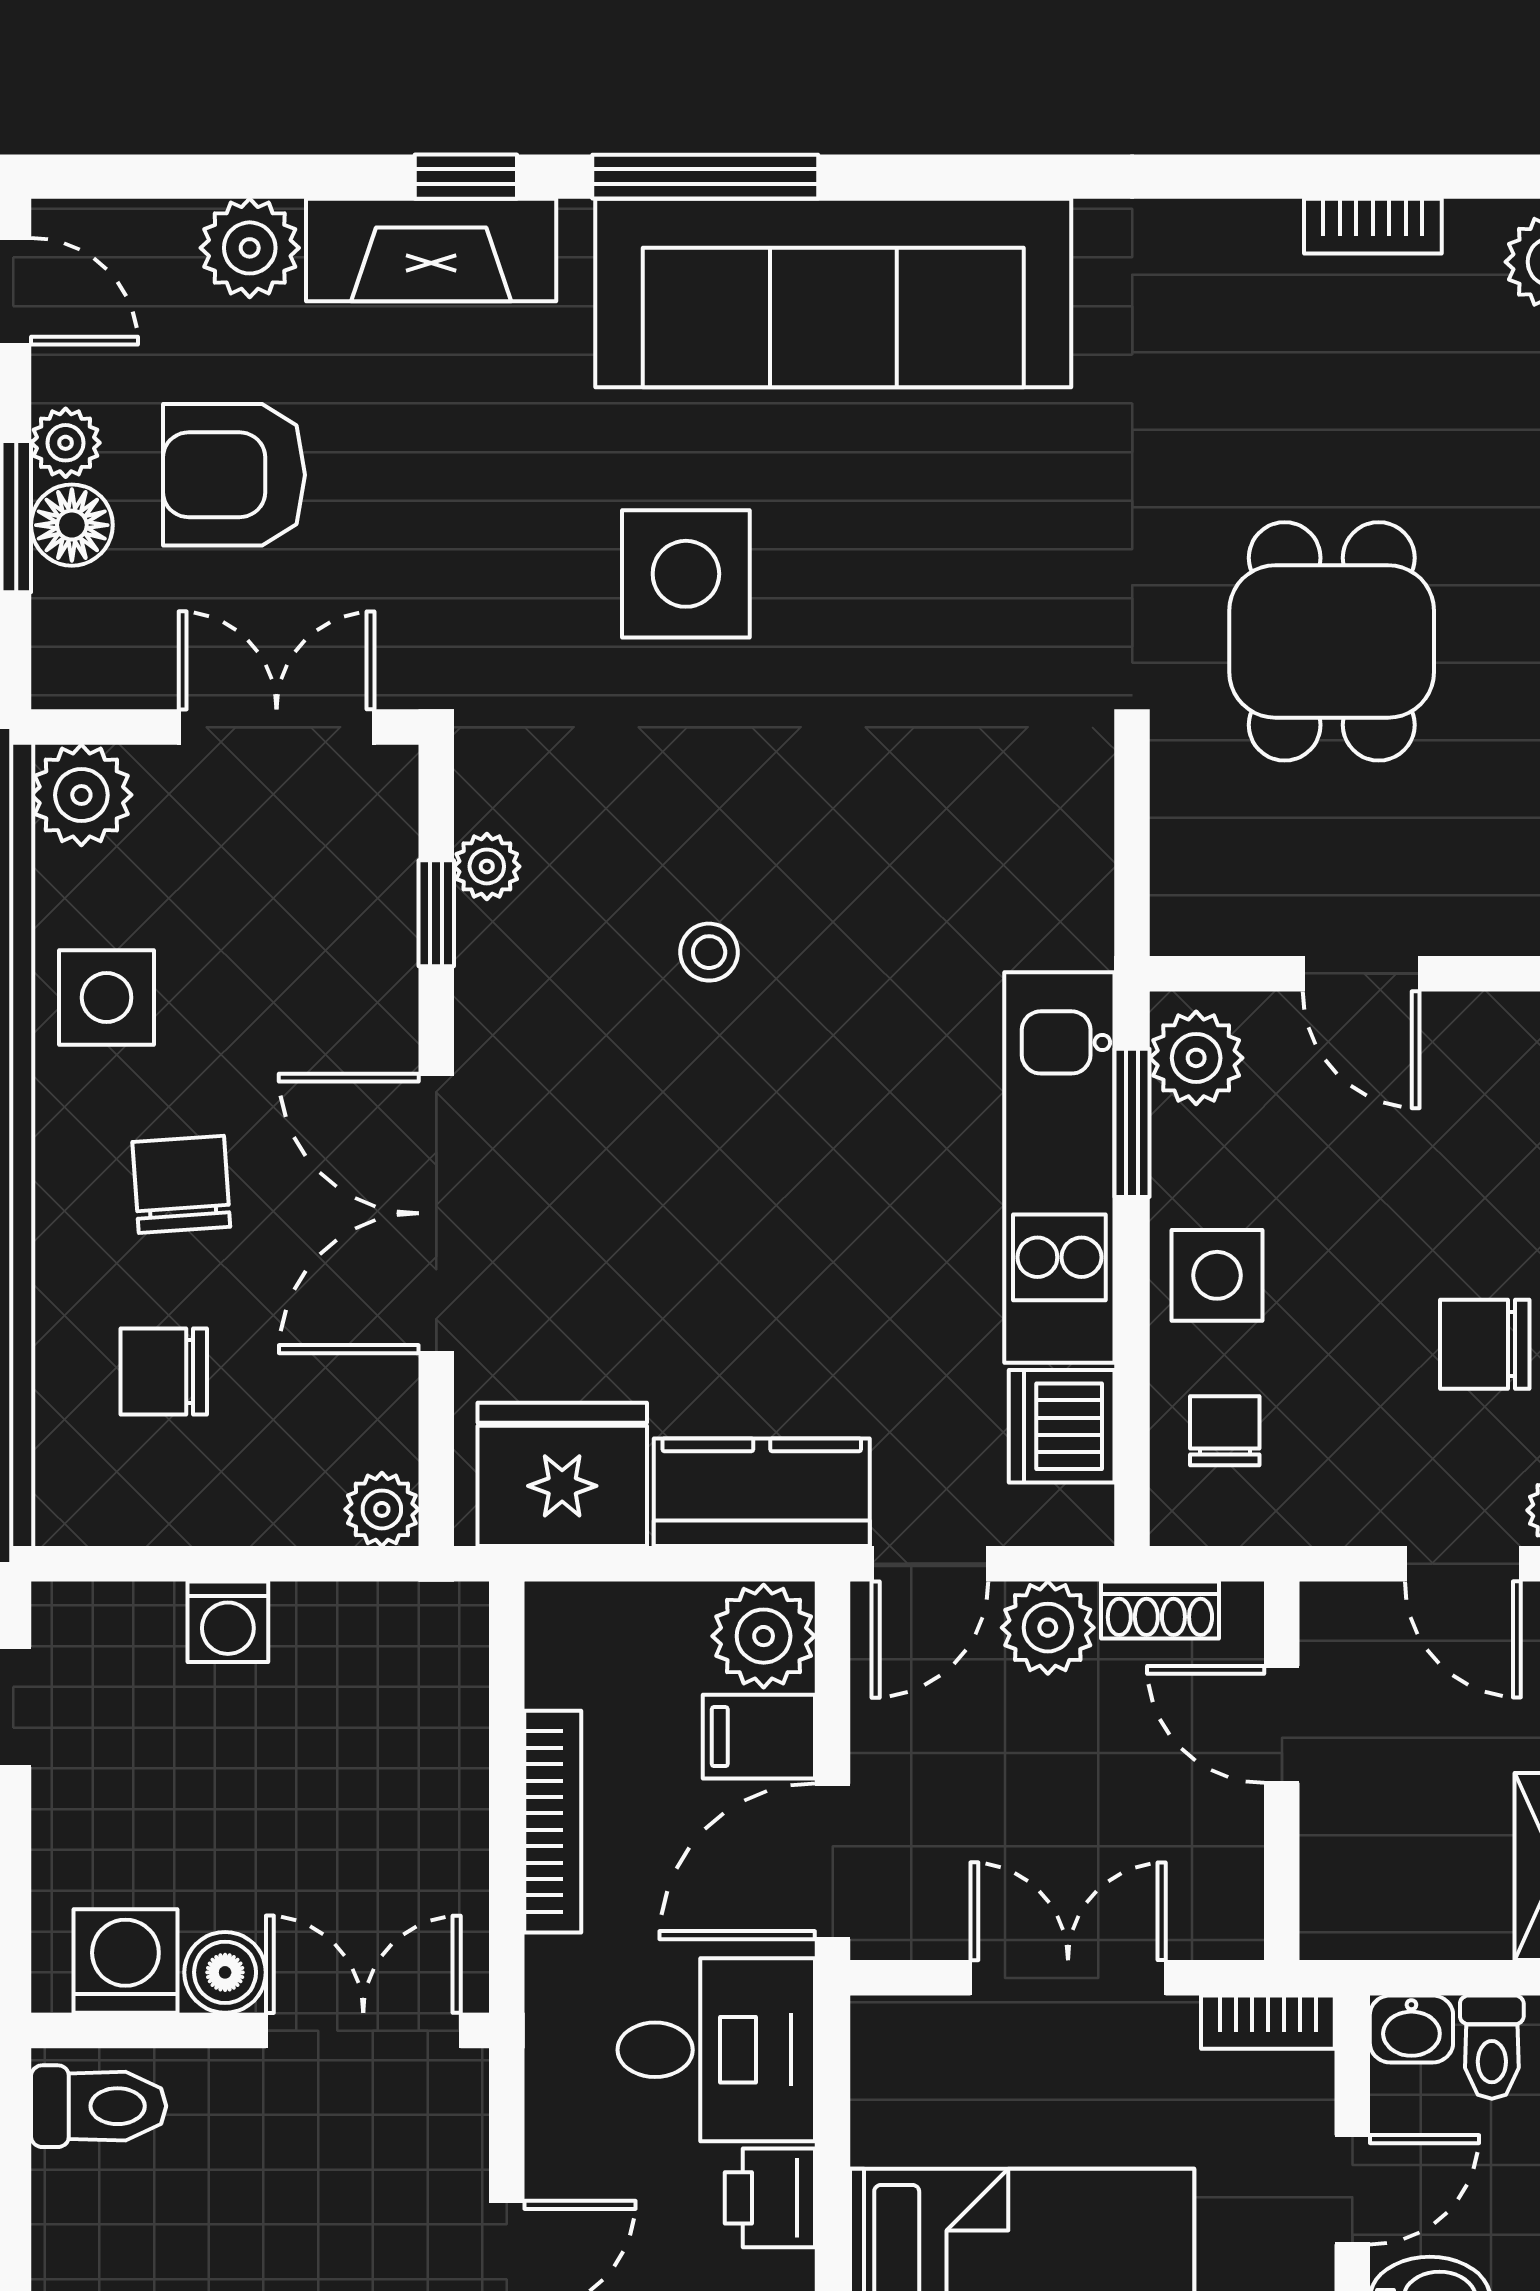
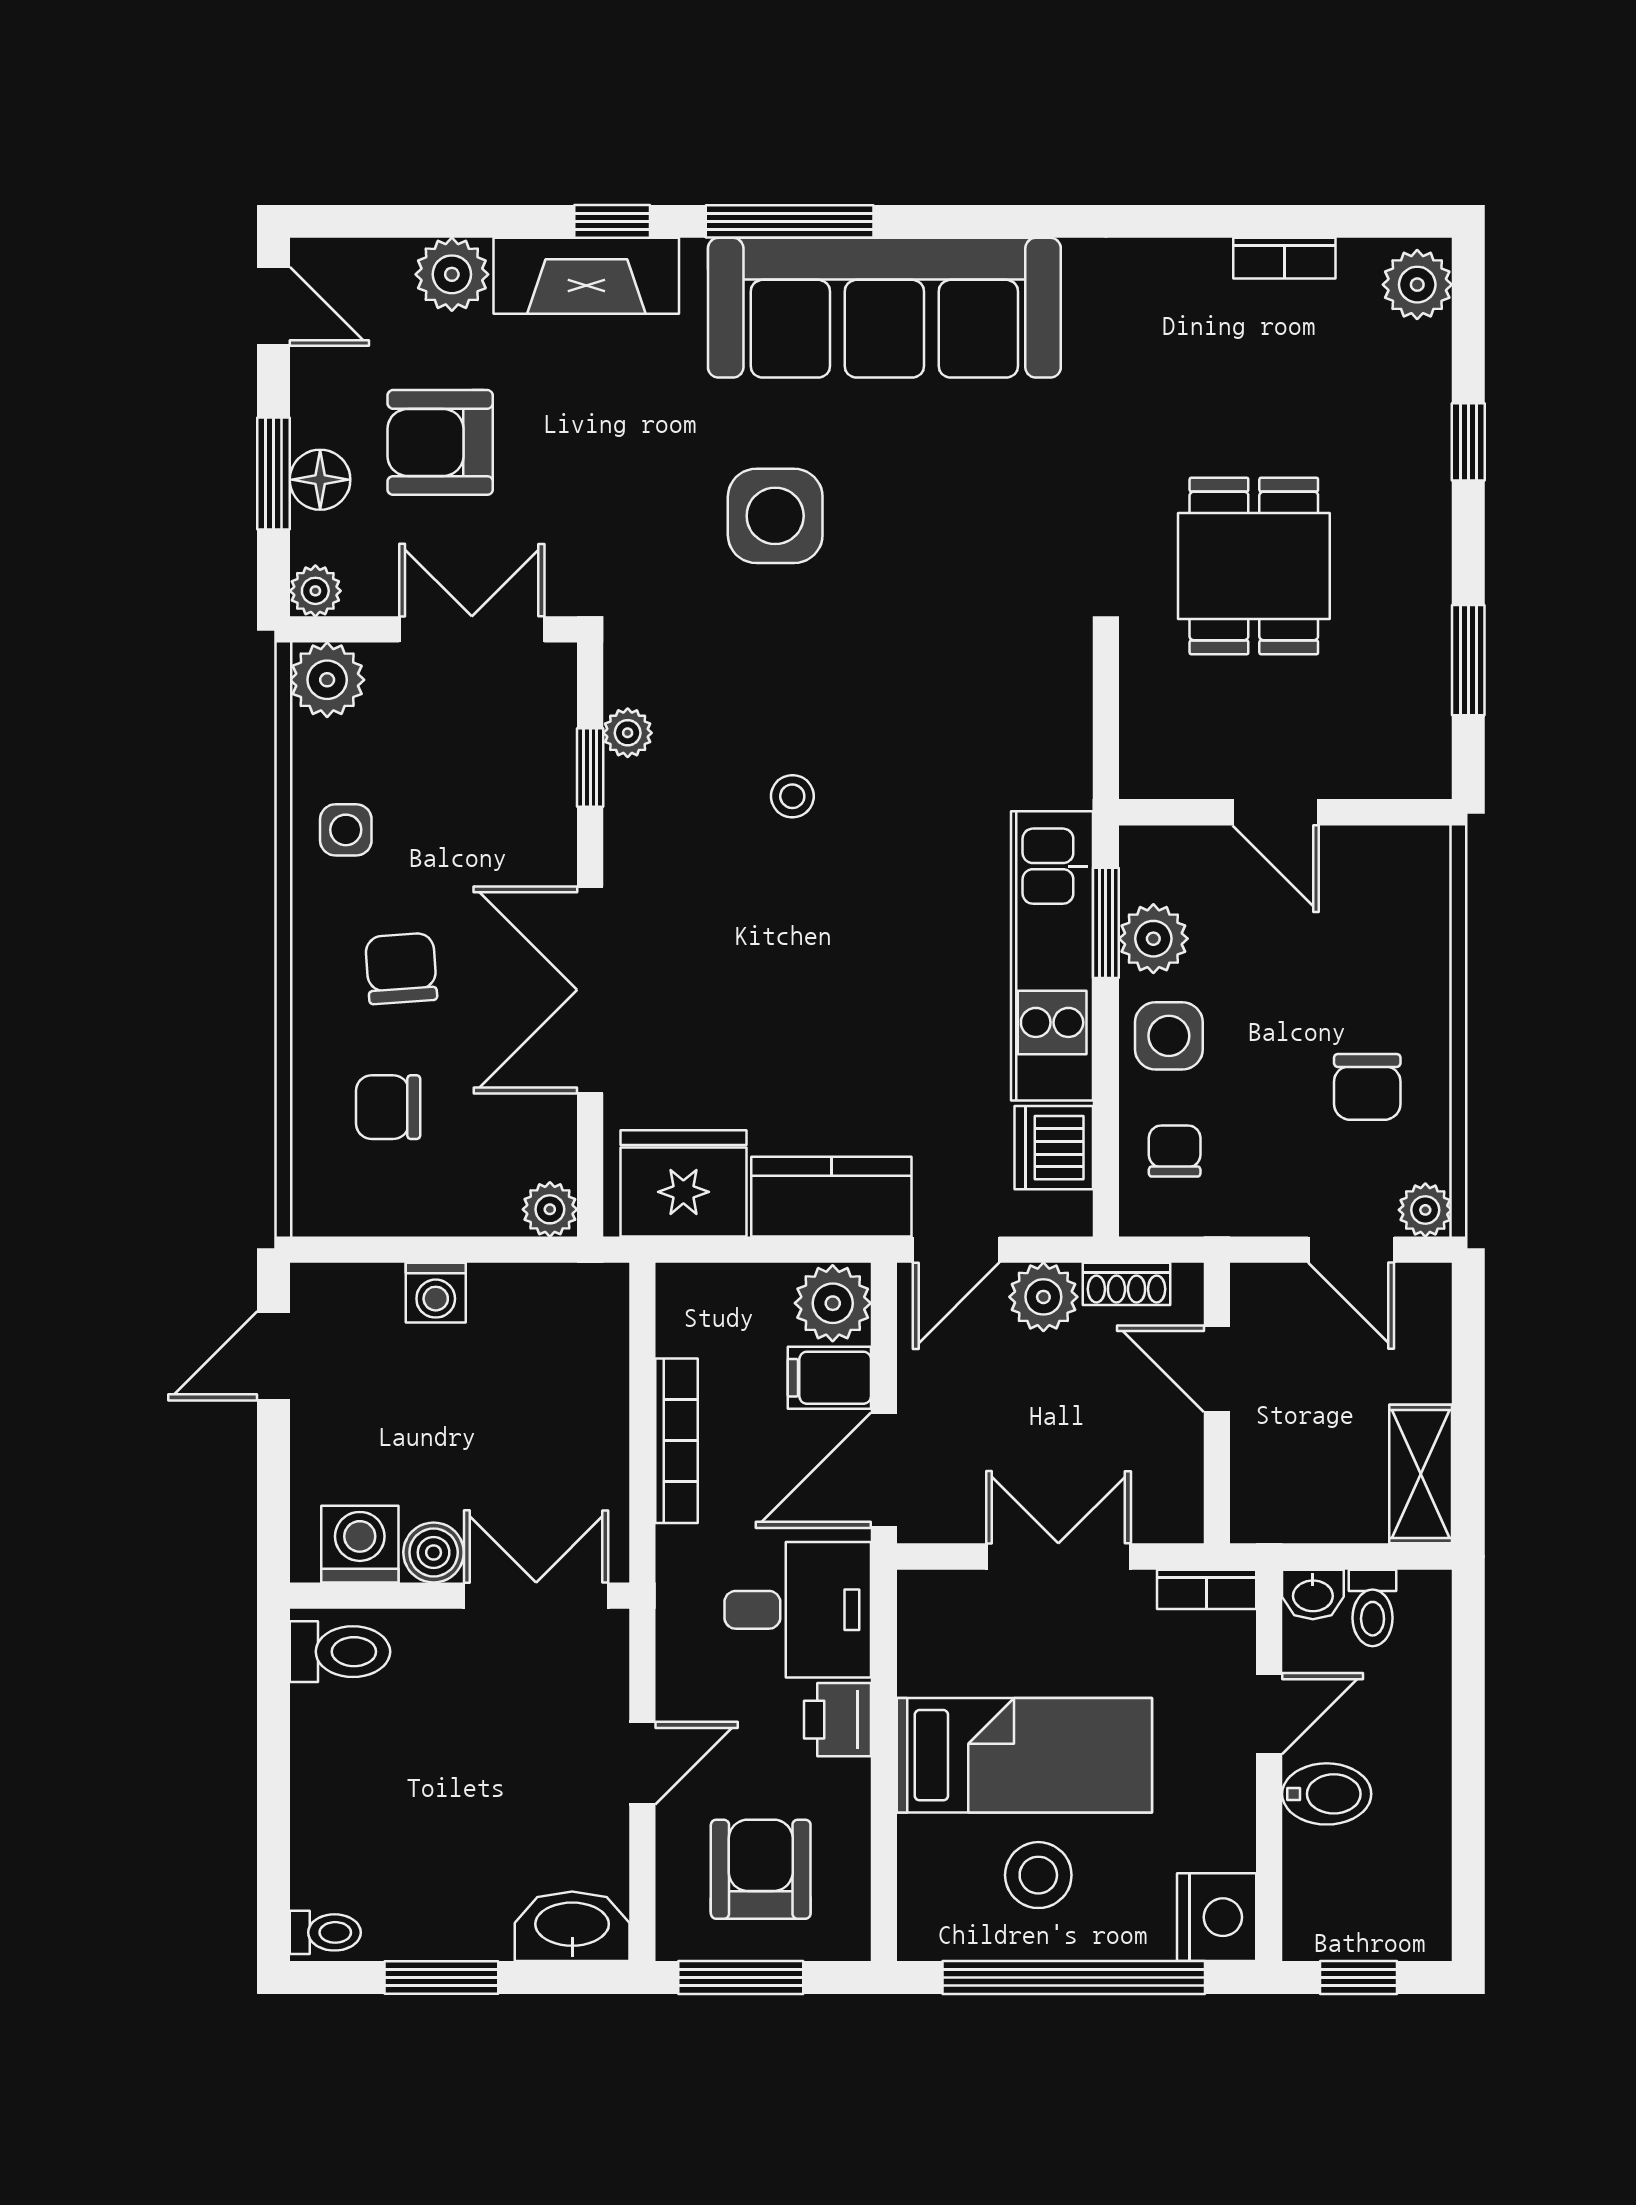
plant: (66, 443) -> (315, 591), moved
side table: (107, 998) -> (346, 830), width x0.73, depth x0.73
plant: (1196, 1058) -> (1153, 939), moved
chair: (1485, 1344) -> (1367, 1087), turned -90

